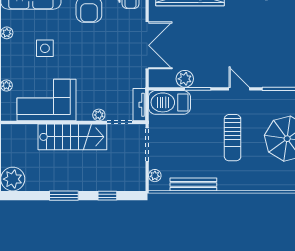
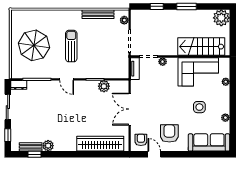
barbecue: (169, 102) -> (114, 70), removed
stairs: (72, 137) -> (201, 47), moved

